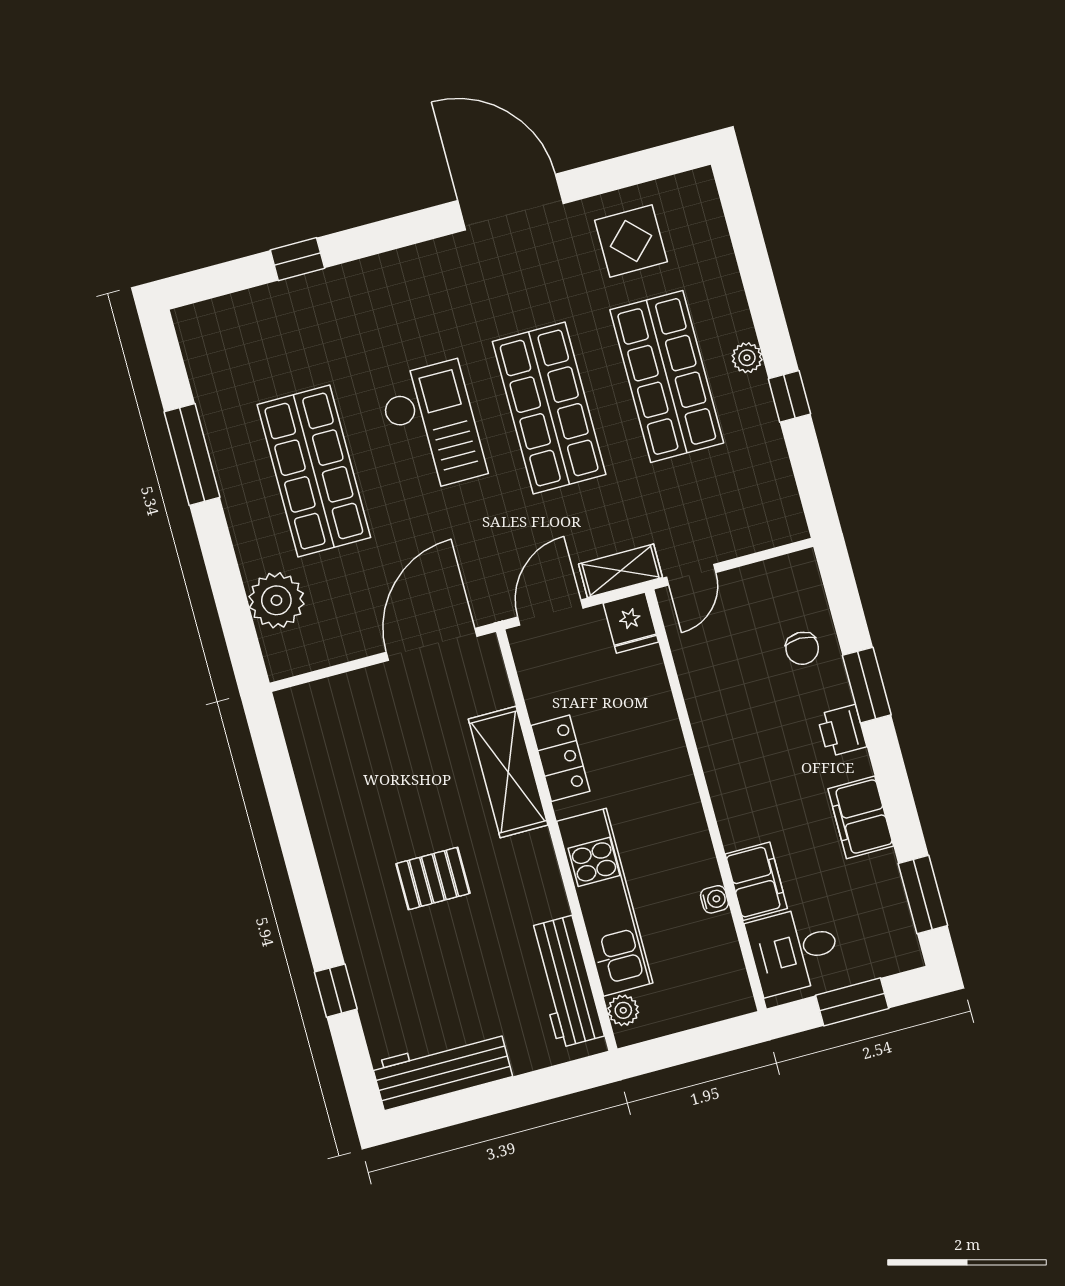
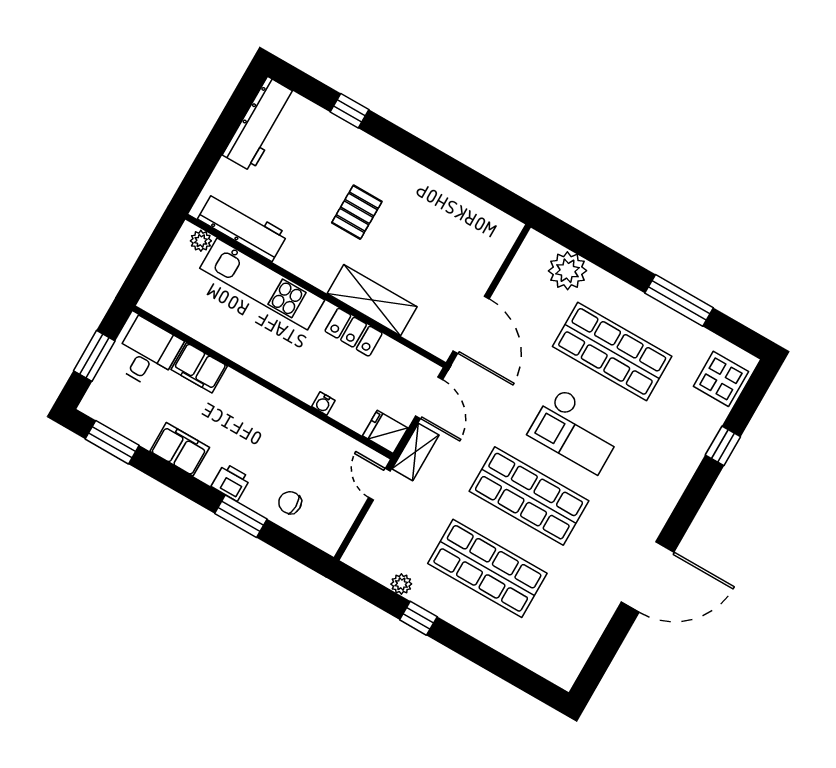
display table: (631, 241) -> (721, 379), moved
plant: (747, 358) -> (401, 584), moved
water cooler: (714, 899) -> (323, 404), moved

